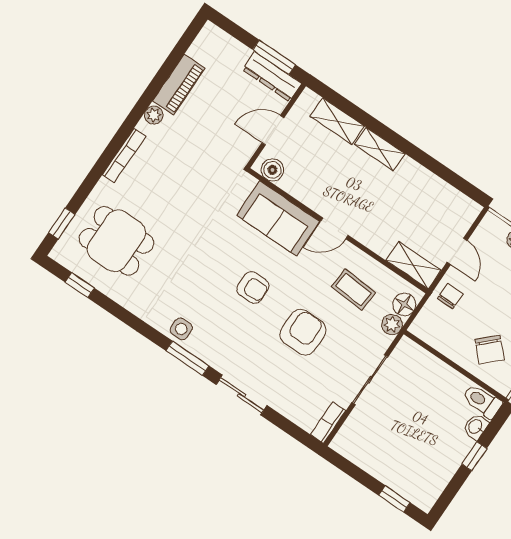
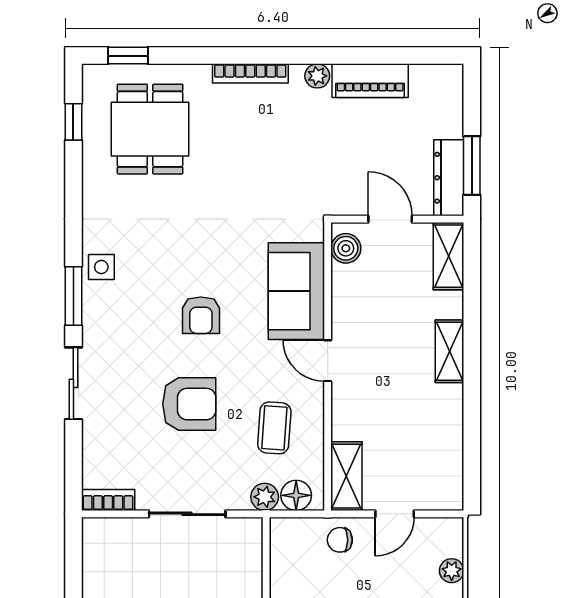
shelving: (337, 121) -> (448, 256), moved
chair: (450, 296) -> (340, 540), turned 180

